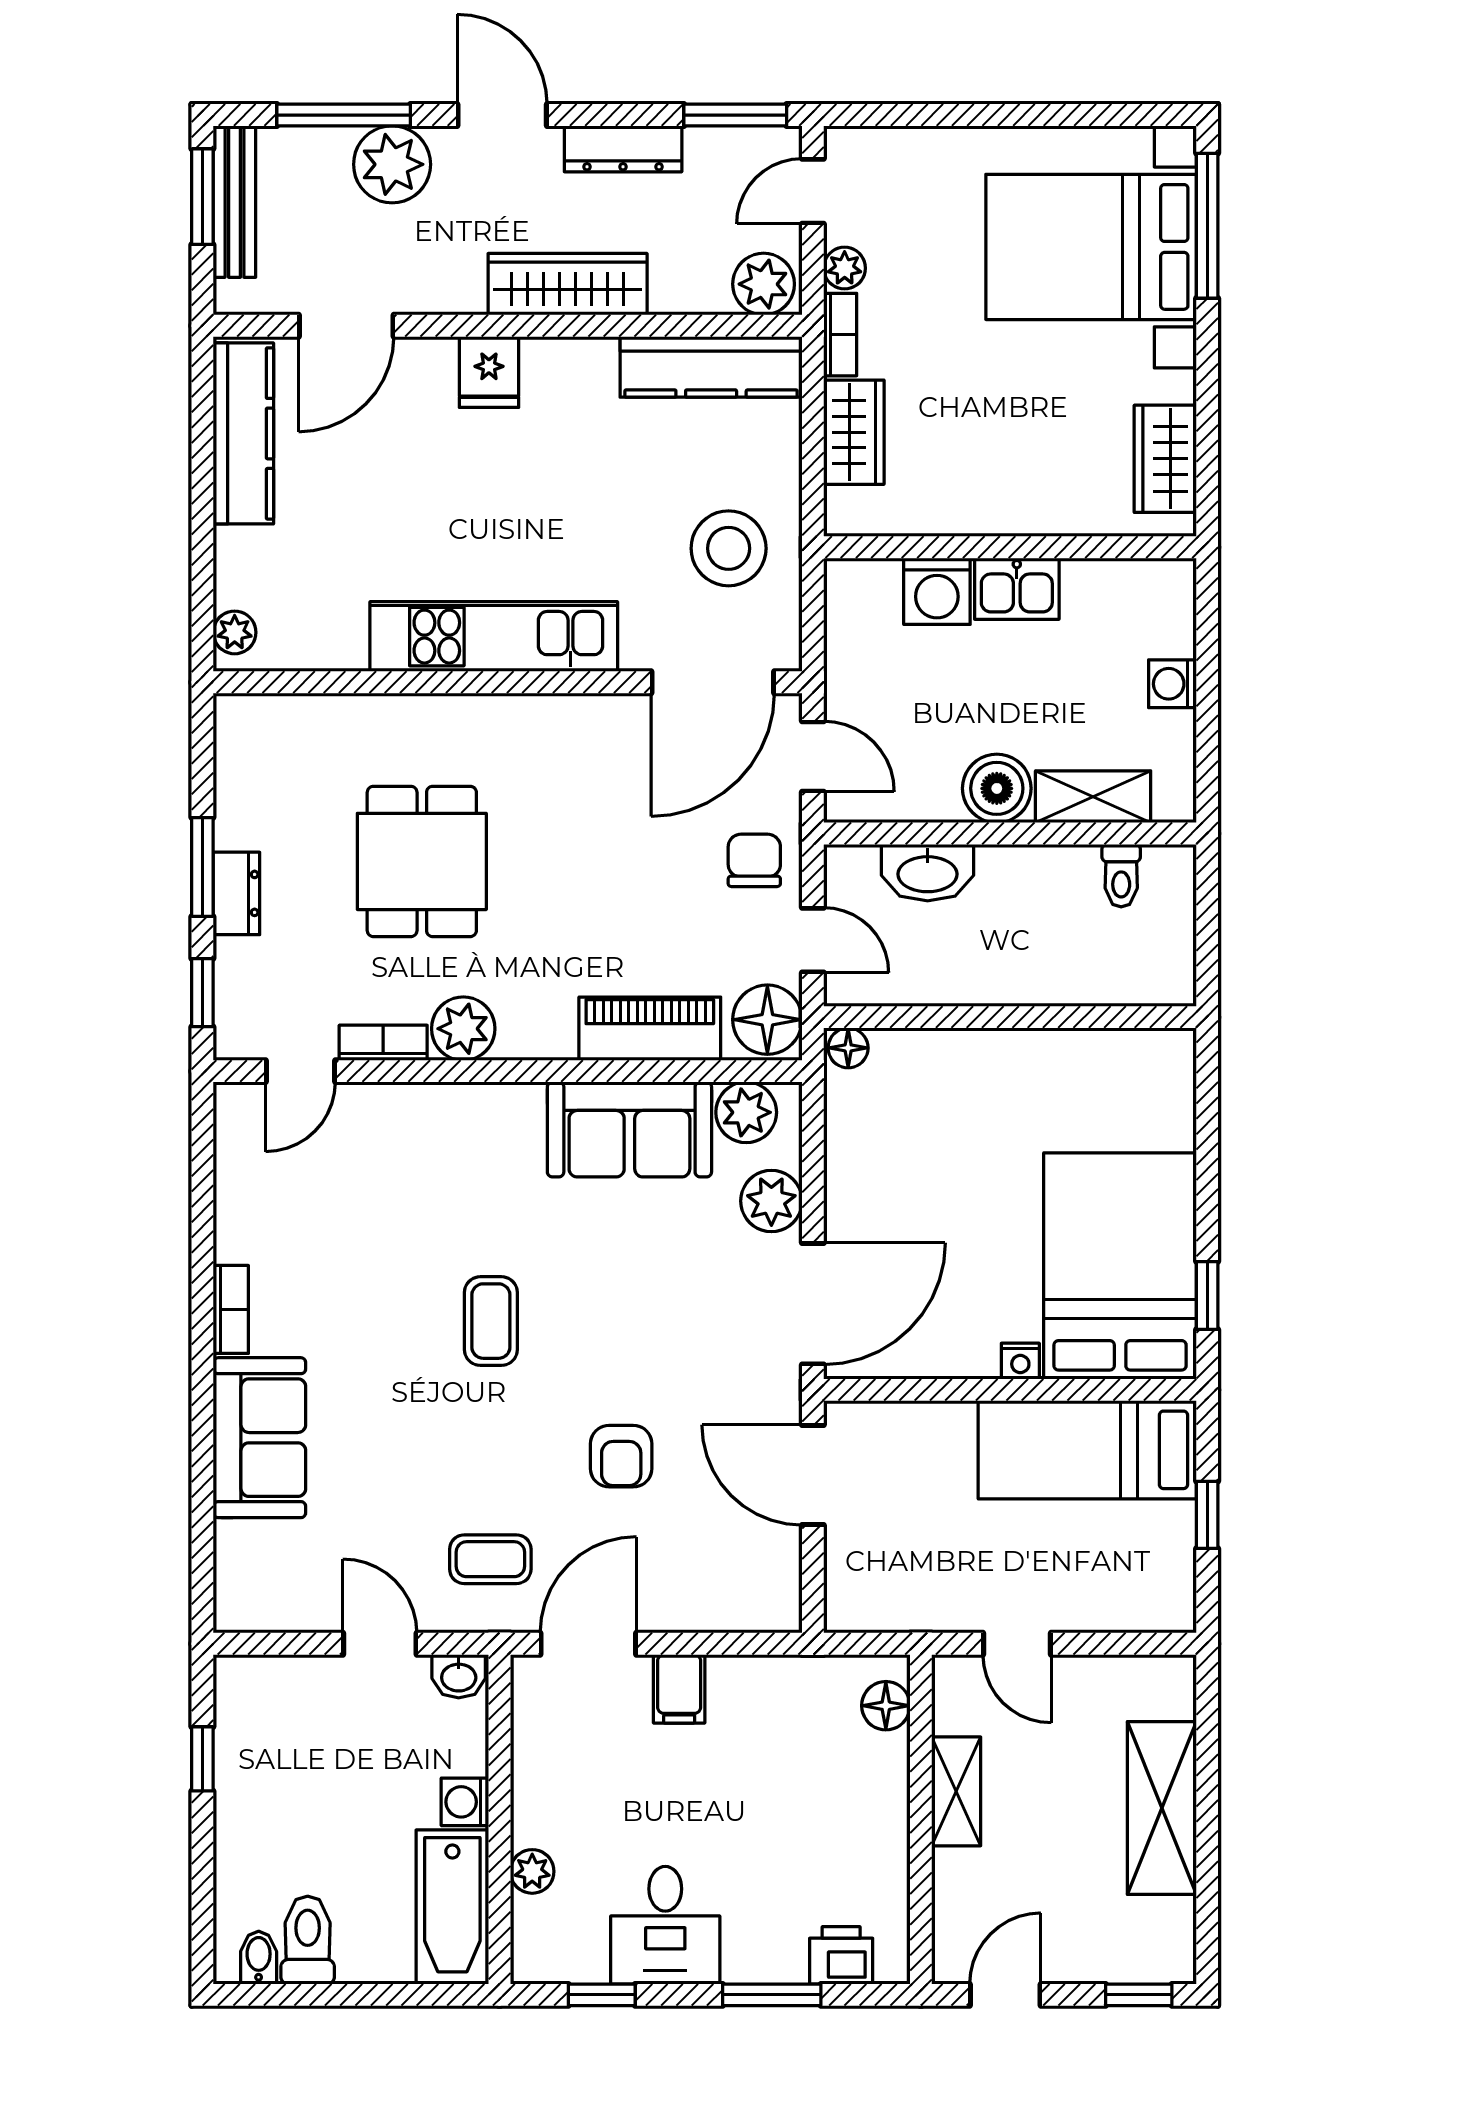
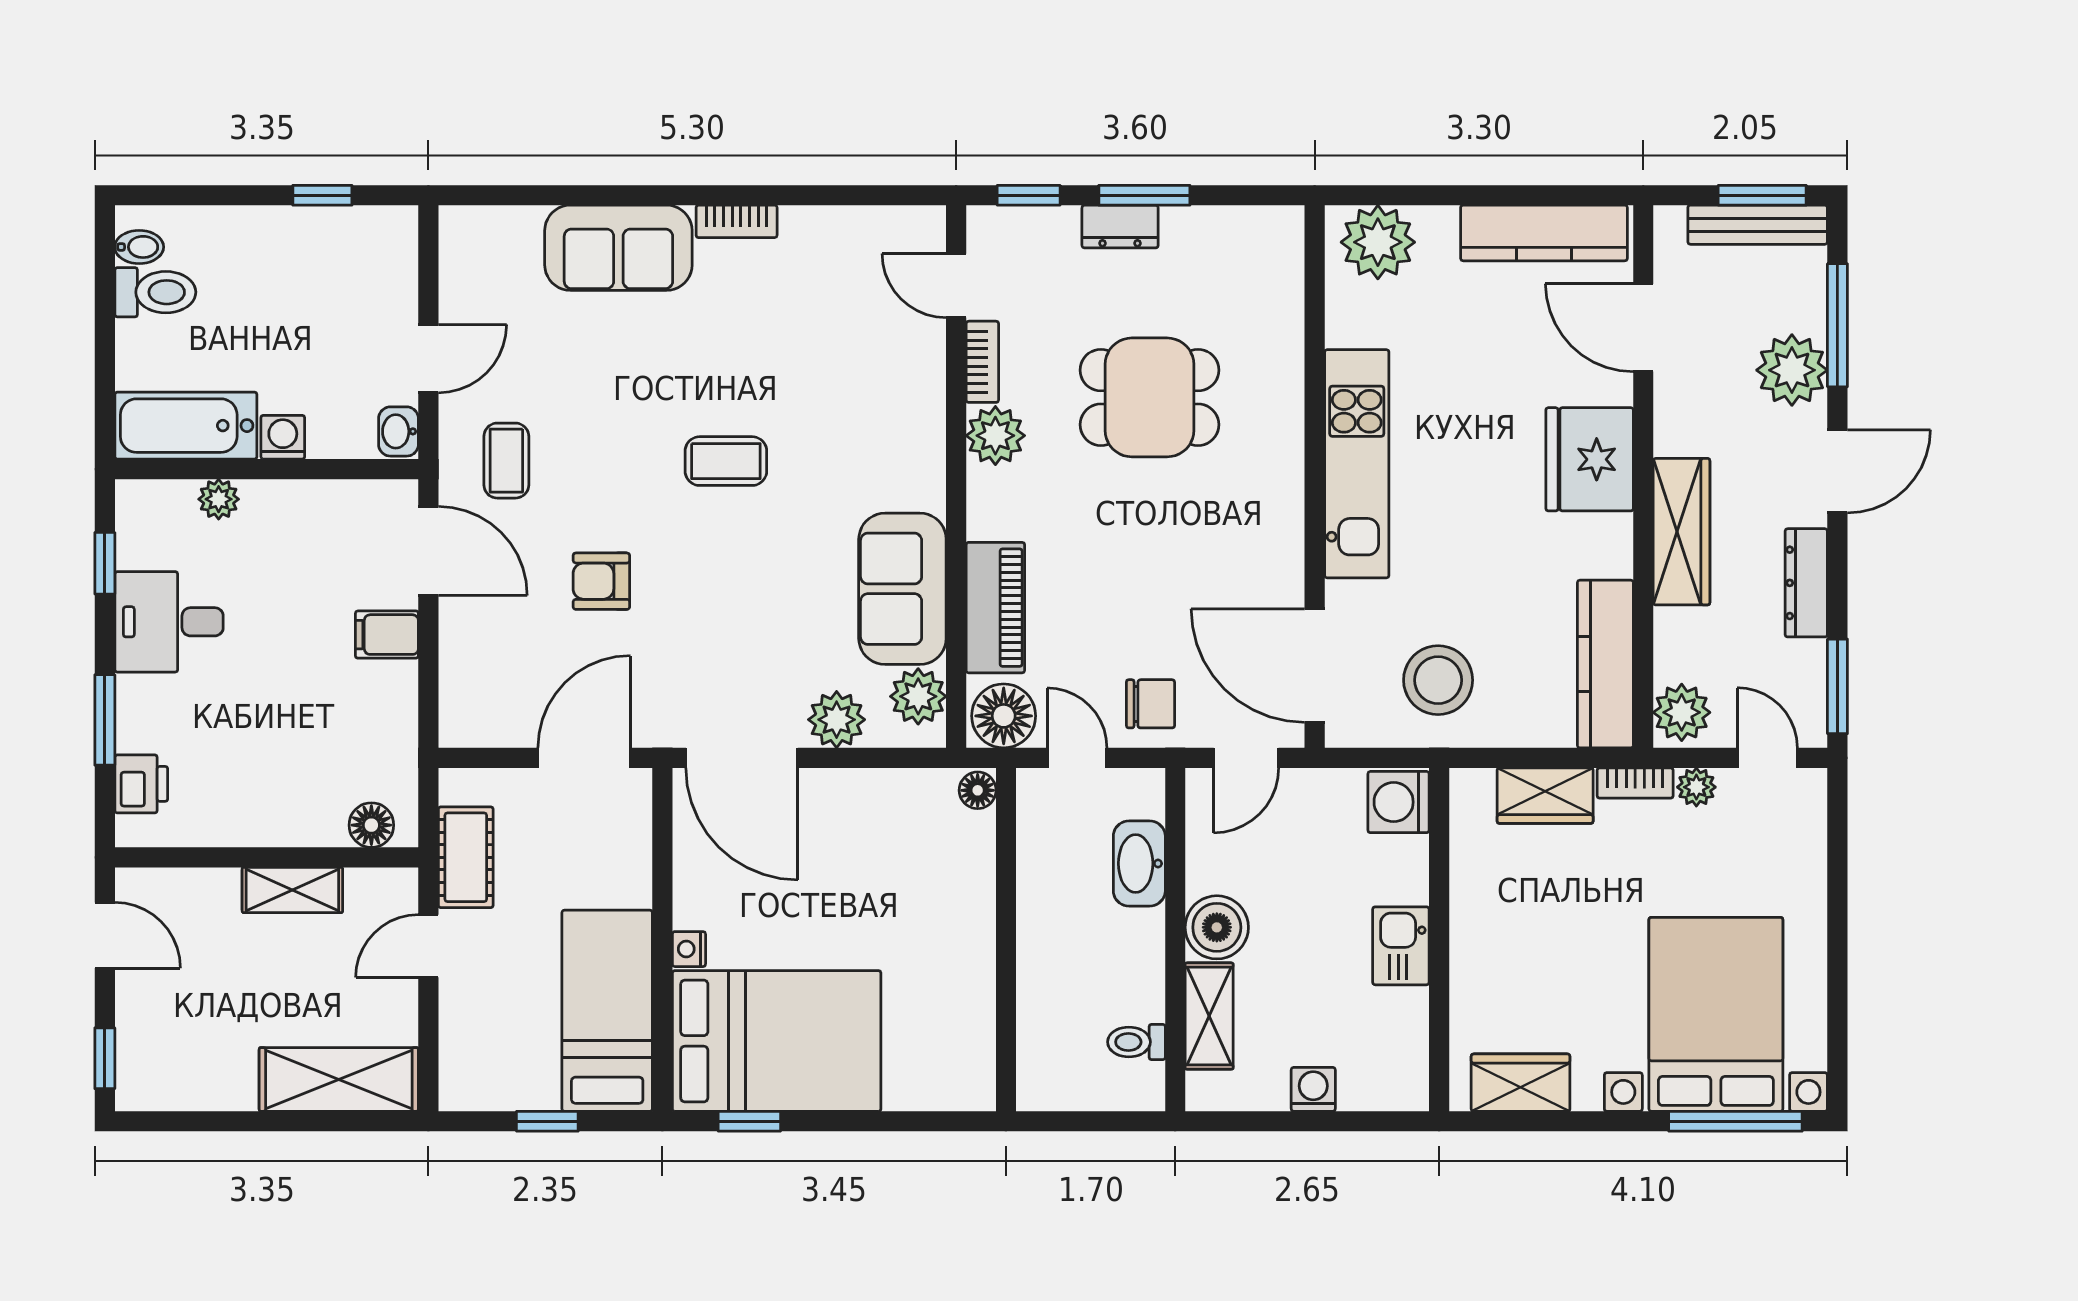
fridge: (489, 372) -> (1590, 459), width x1.88, depth x1.34
washing machine: (937, 591) -> (1399, 802), moved
plant: (235, 632) -> (1378, 242), width x1.88, depth x1.88
door: (813, 940) -> (1077, 758), swing flipped
cot: (921, 1603) -> (466, 857), added
shelving: (1162, 1808) -> (339, 1079), moved

